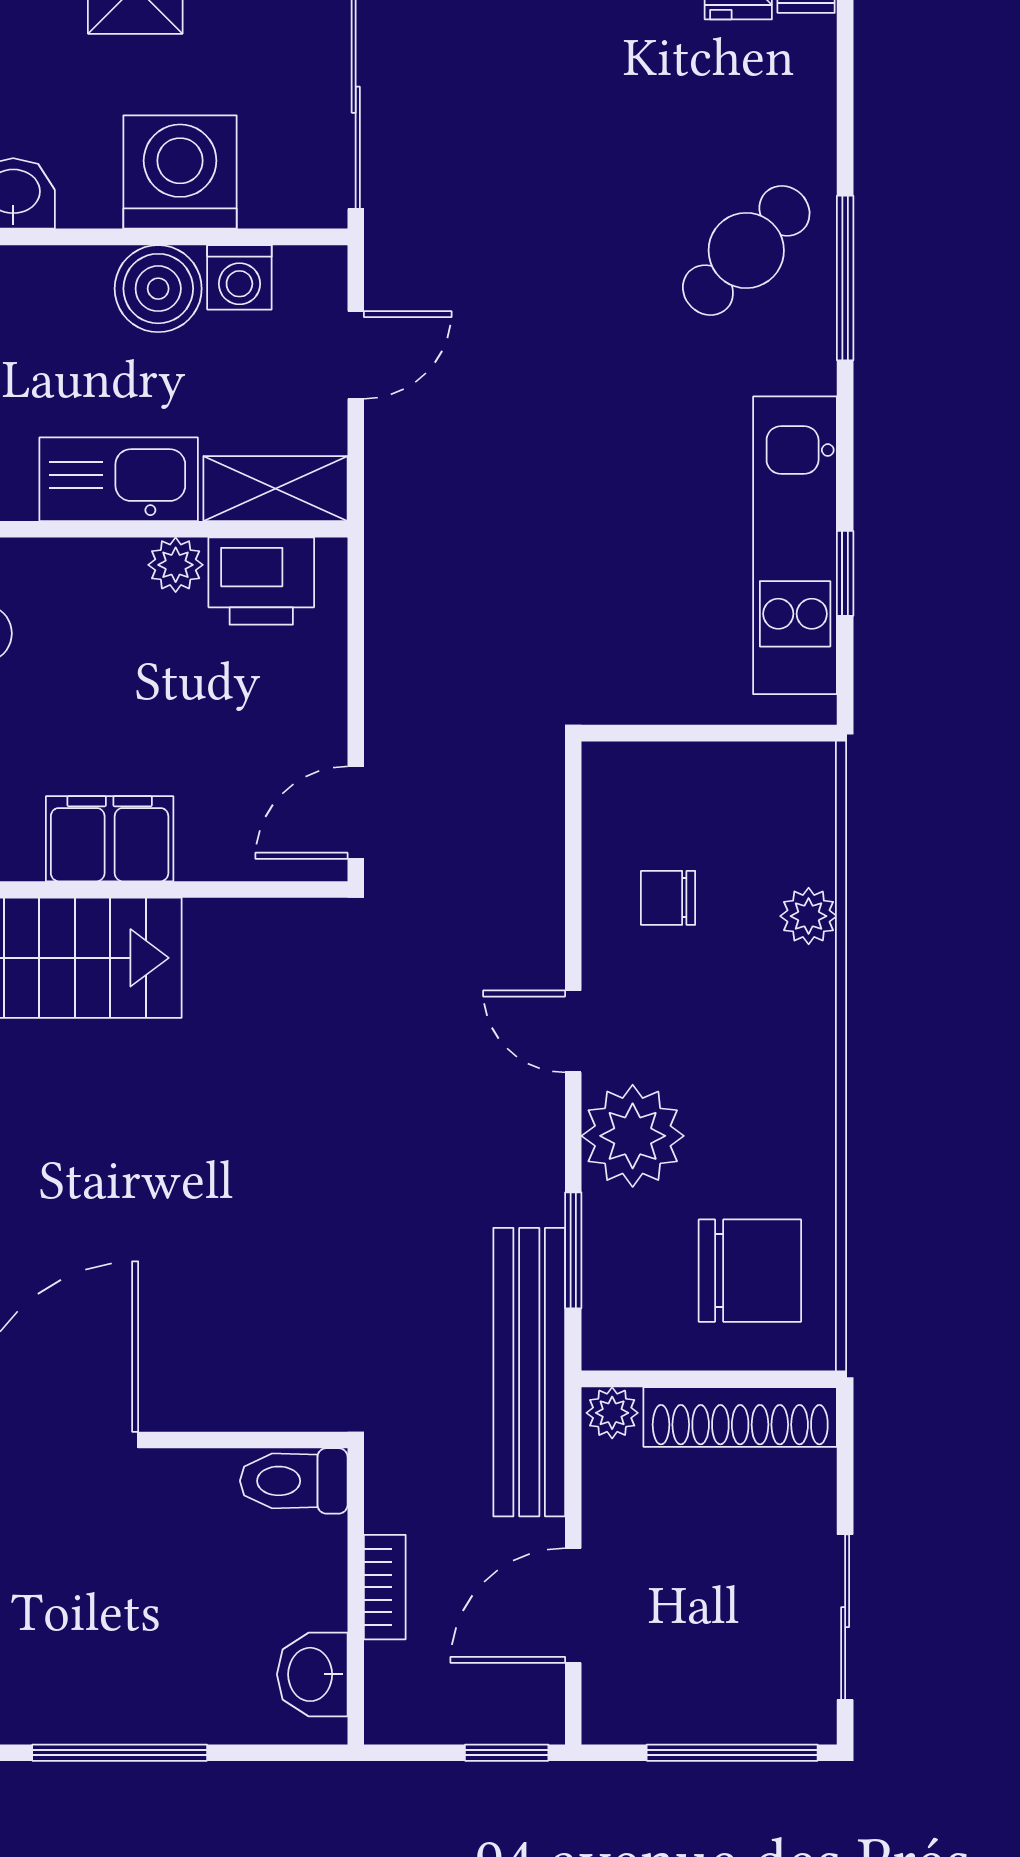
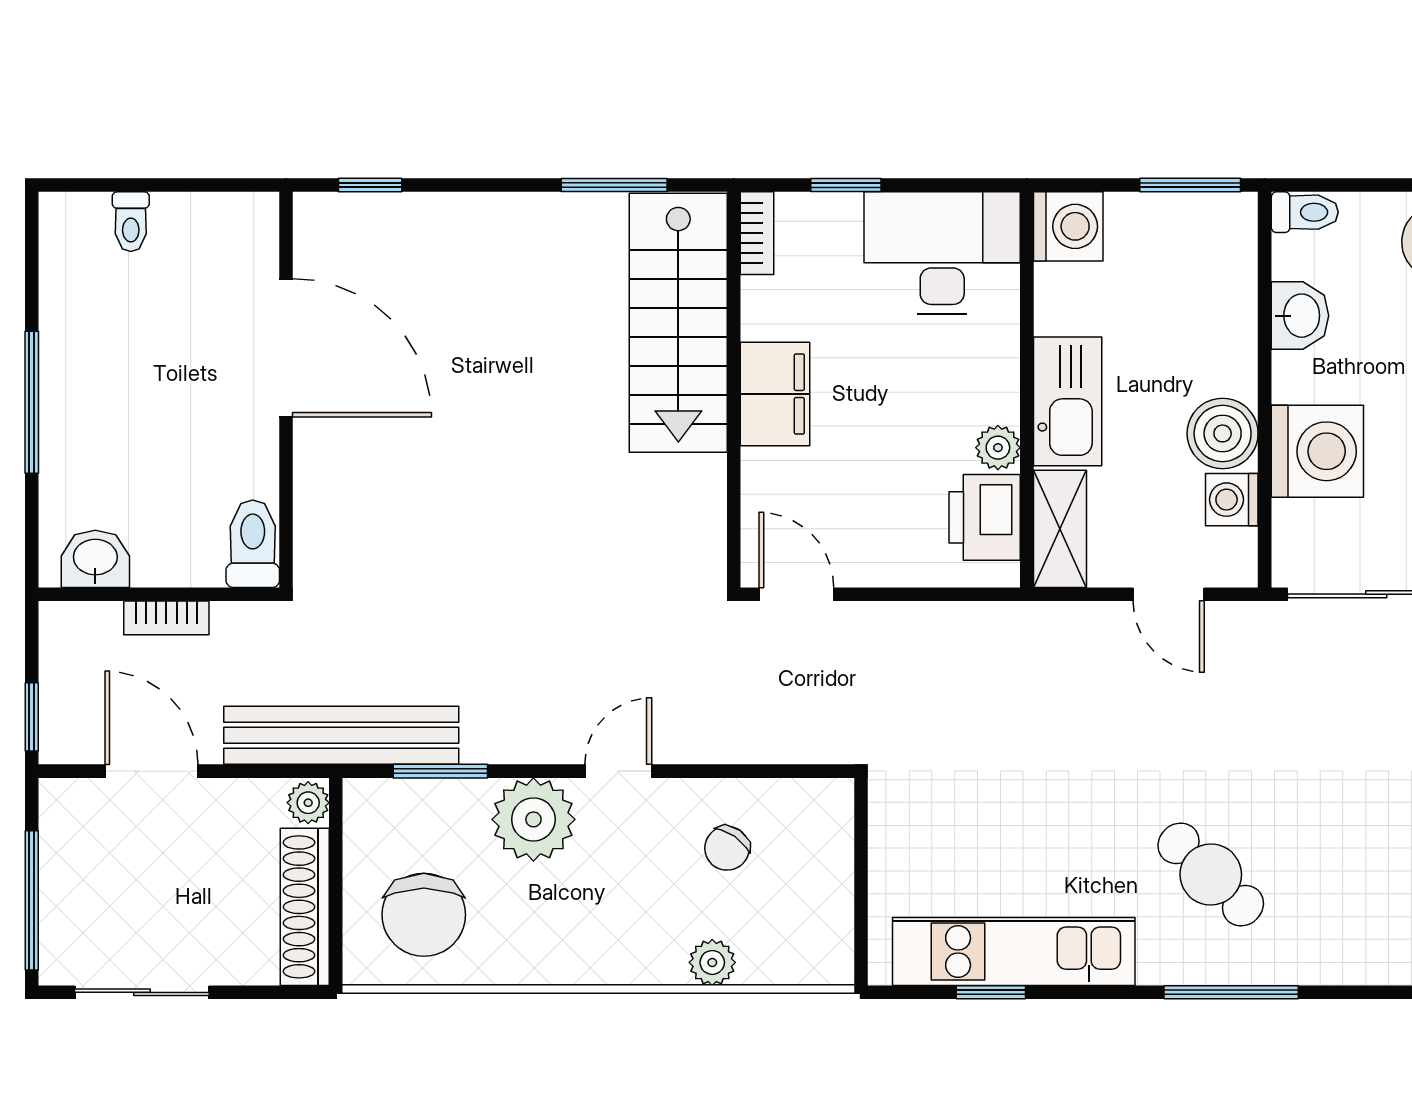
cafe table: (746, 250) -> (1211, 874), moved
chair: (668, 898) -> (727, 848), turned -145

